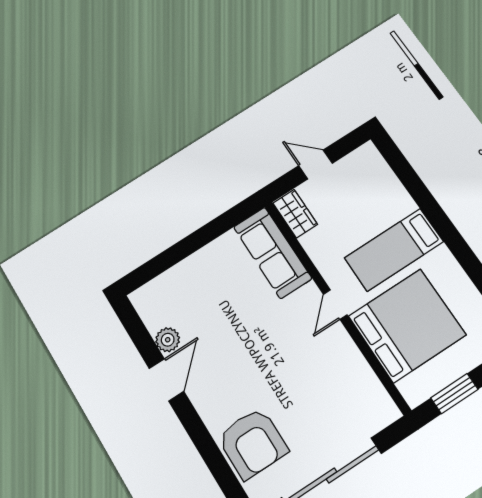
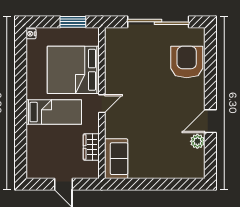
wardrobe: (295, 214) -> (91, 147), moved
sofa: (272, 253) -> (116, 159), width x0.73

